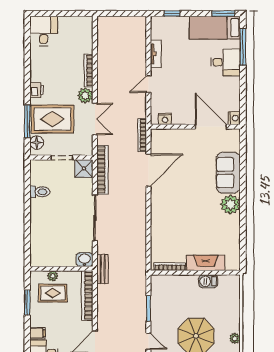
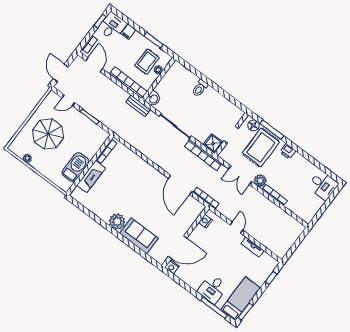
toilet: (40, 192) -> (200, 88), moved
barbecue: (208, 281) -> (76, 167), width x1.88, depth x1.53

